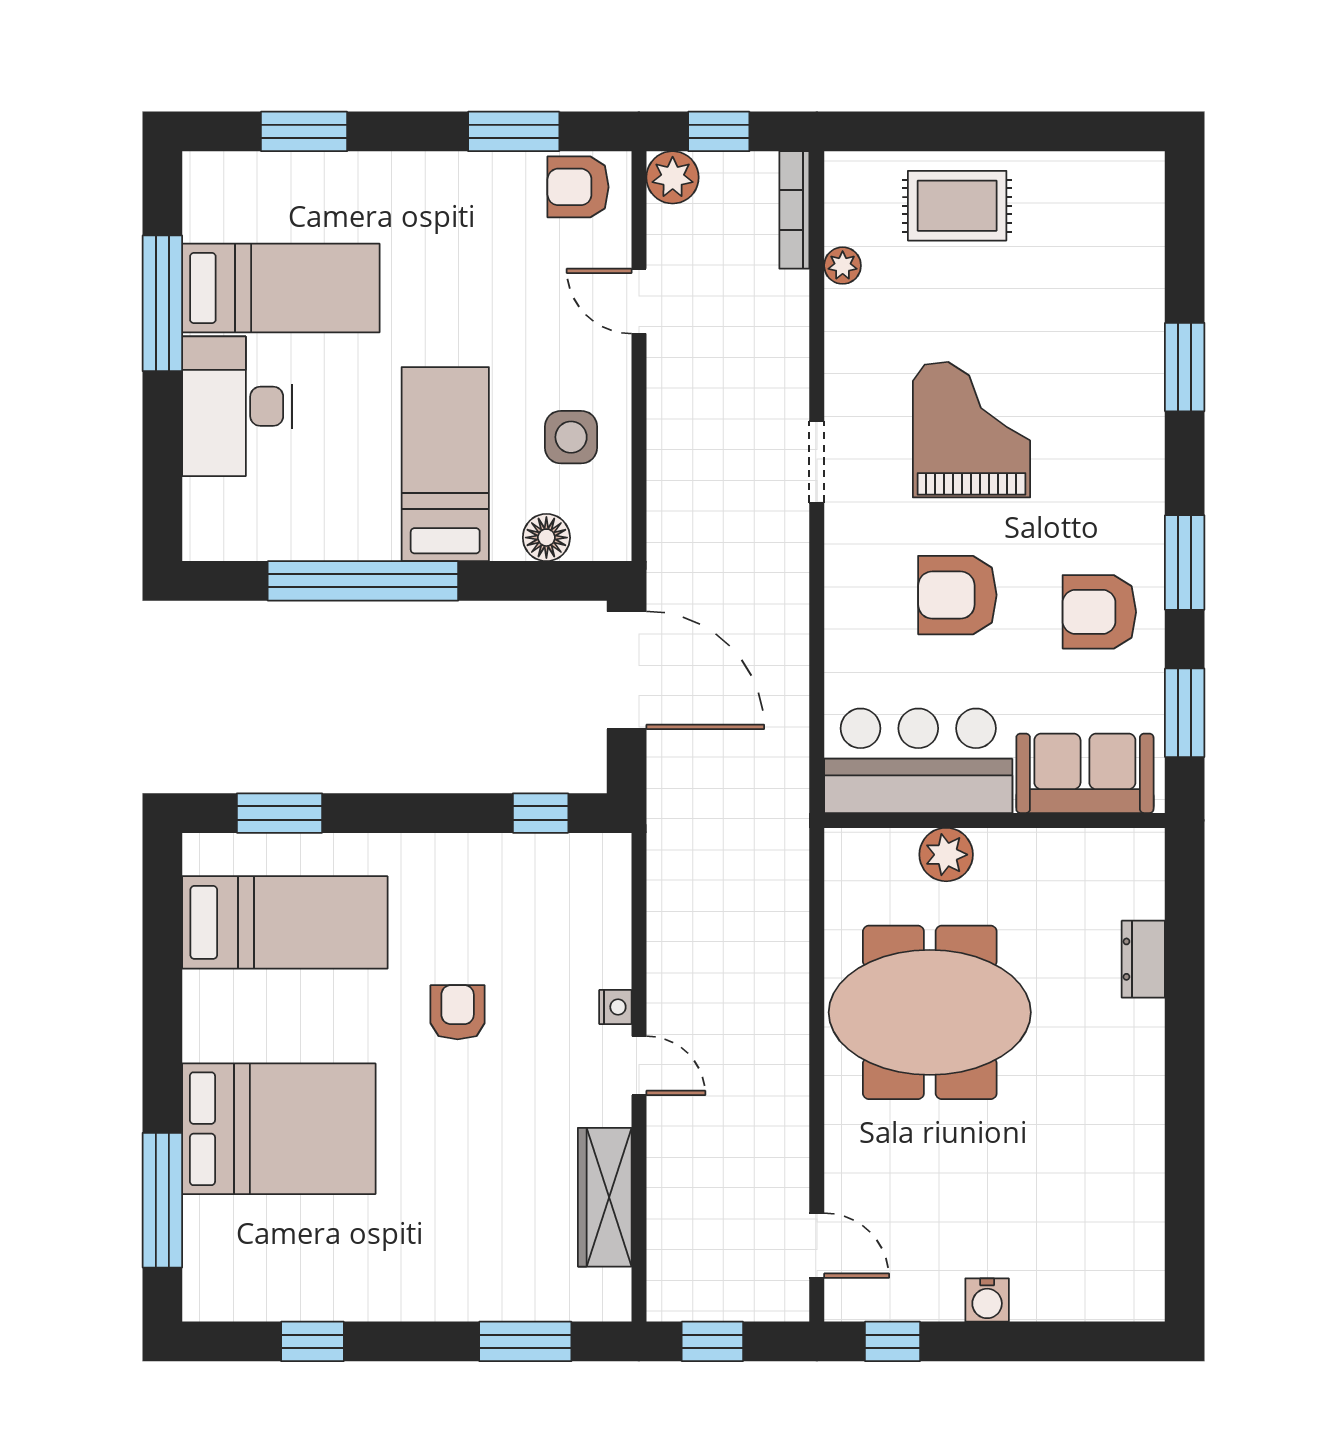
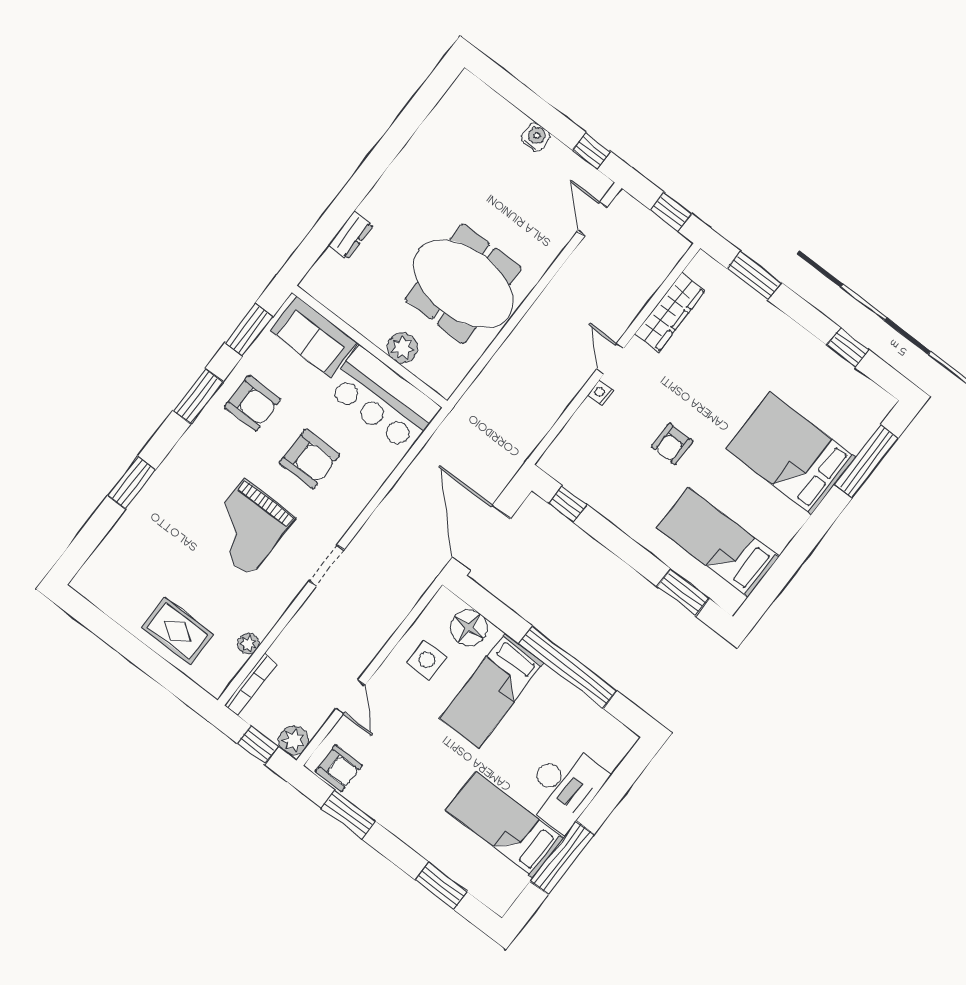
floor lamp: (546, 538) -> (469, 628), width x1.38, depth x1.38

